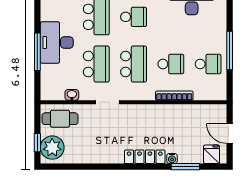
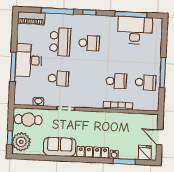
school desk: (96, 64) -> (58, 78), width x0.54
school desk: (134, 64) -> (87, 80), removed
sofa: (102, 152) -> (60, 147), added

